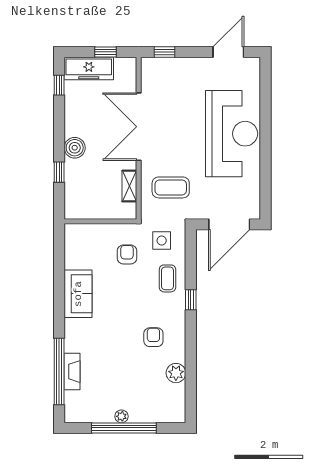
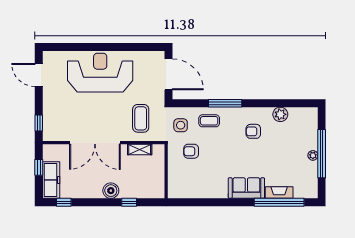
sofa: (78, 294) -> (246, 188), moved
window: (191, 300) -> (225, 103), width x2.17

